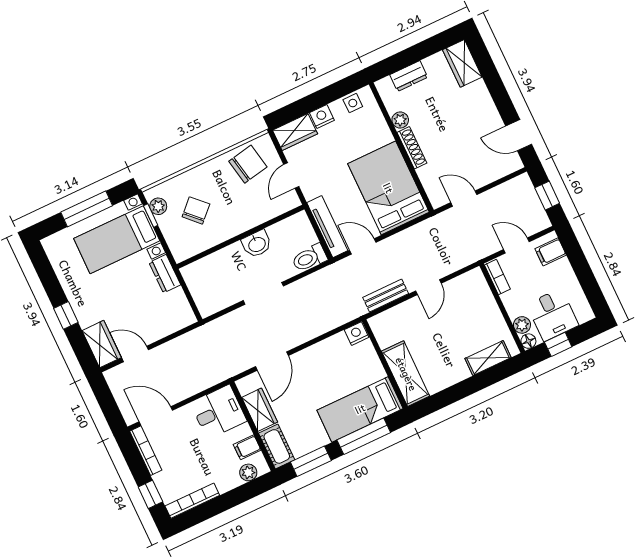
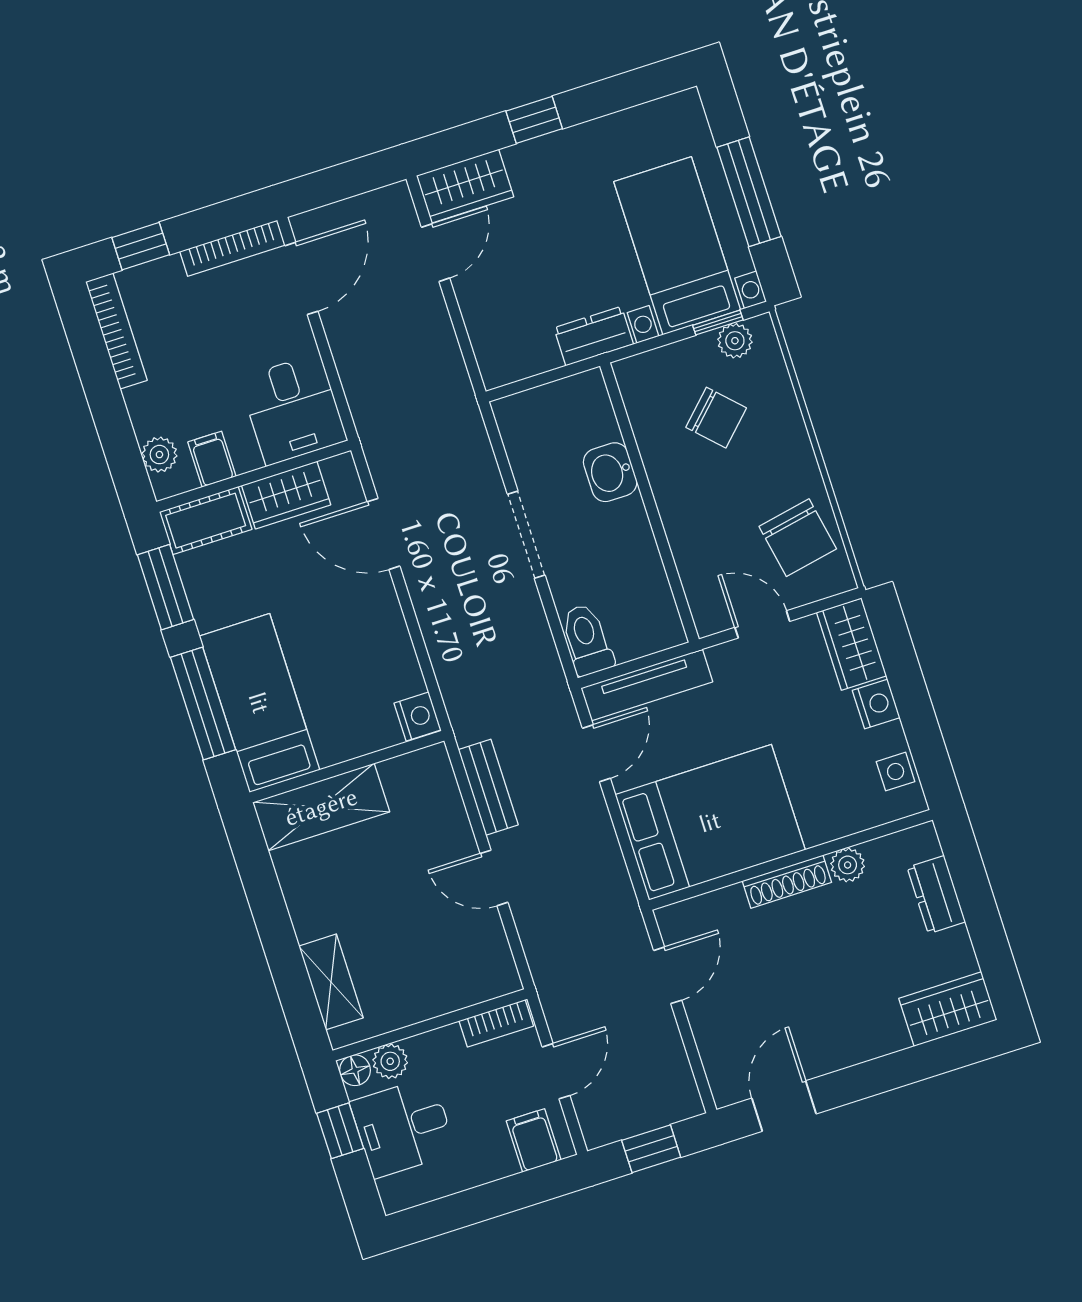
washbasin: (257, 244) -> (610, 472), moved

